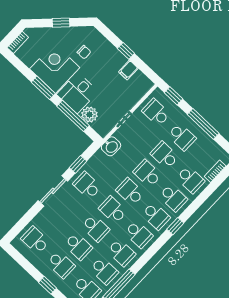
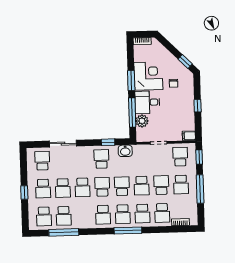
window: (61, 23) -> (185, 62), moved
filing cabinet: (128, 70) -> (189, 136), moved
washbasin: (111, 146) -> (125, 151), moved
school desk: (147, 173) -> (142, 186), turned 180
sliding door: (53, 191) -> (63, 144), moved
window: (175, 226) -> (128, 230), width x2.17
school desk: (121, 253) -> (83, 215), removed

